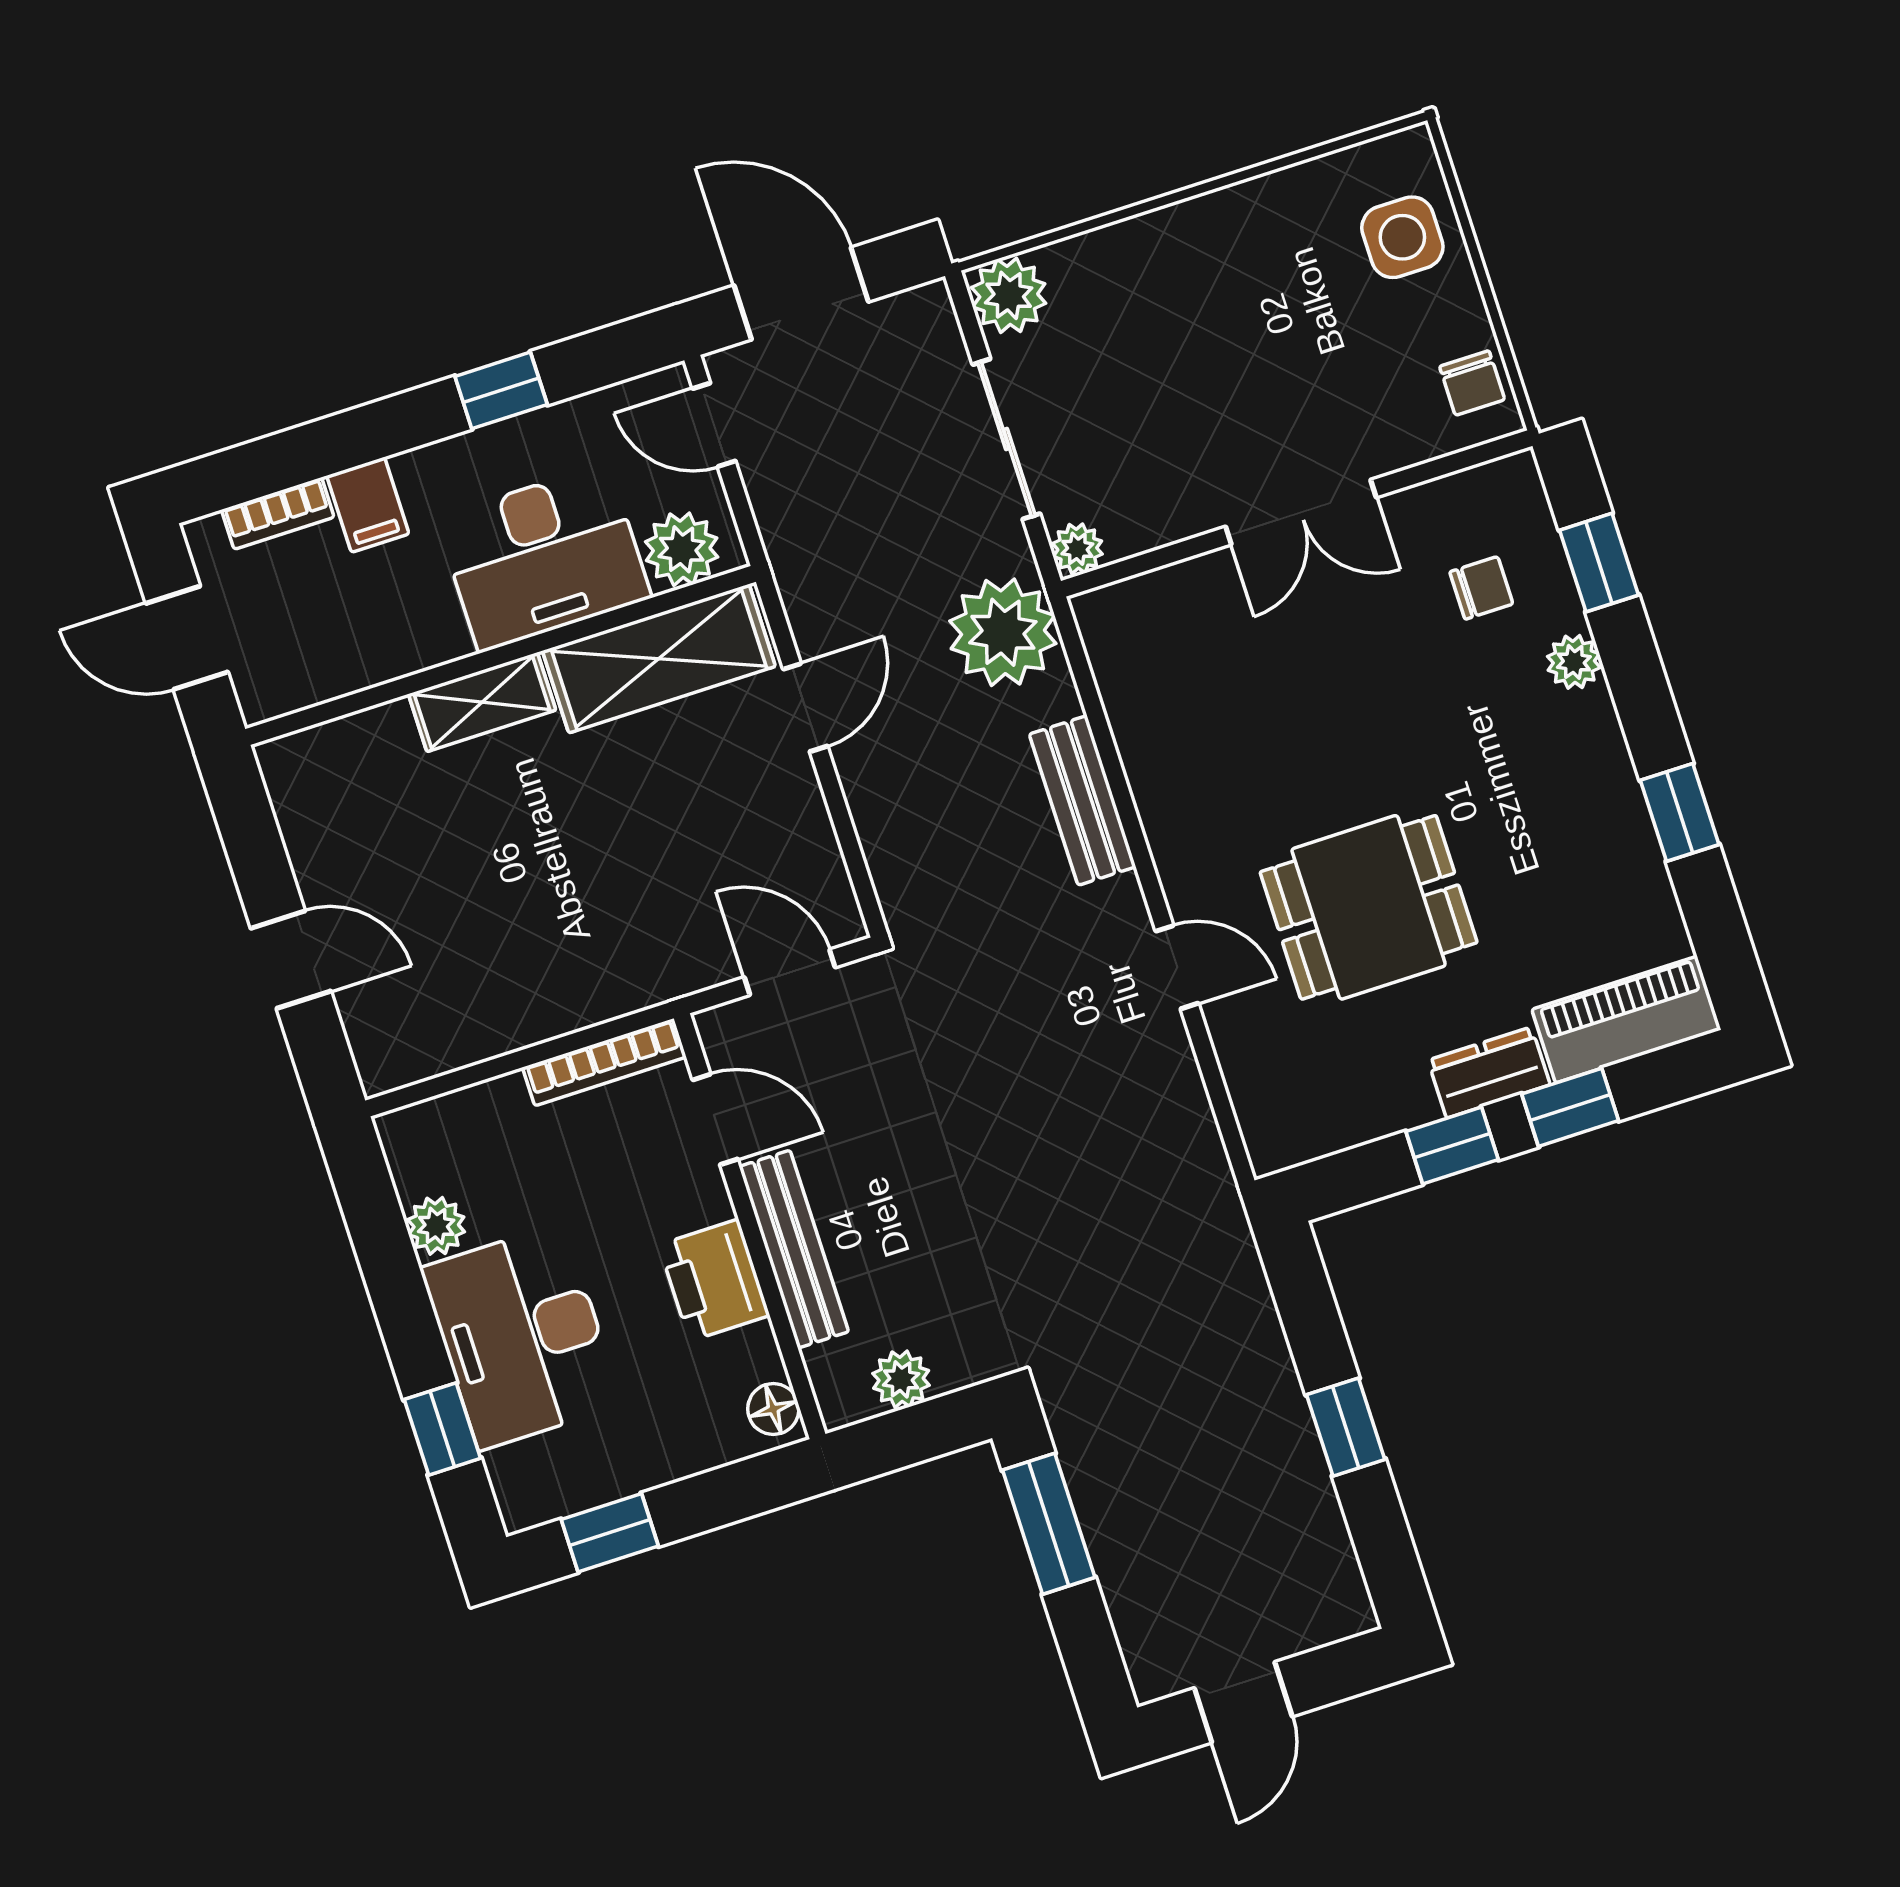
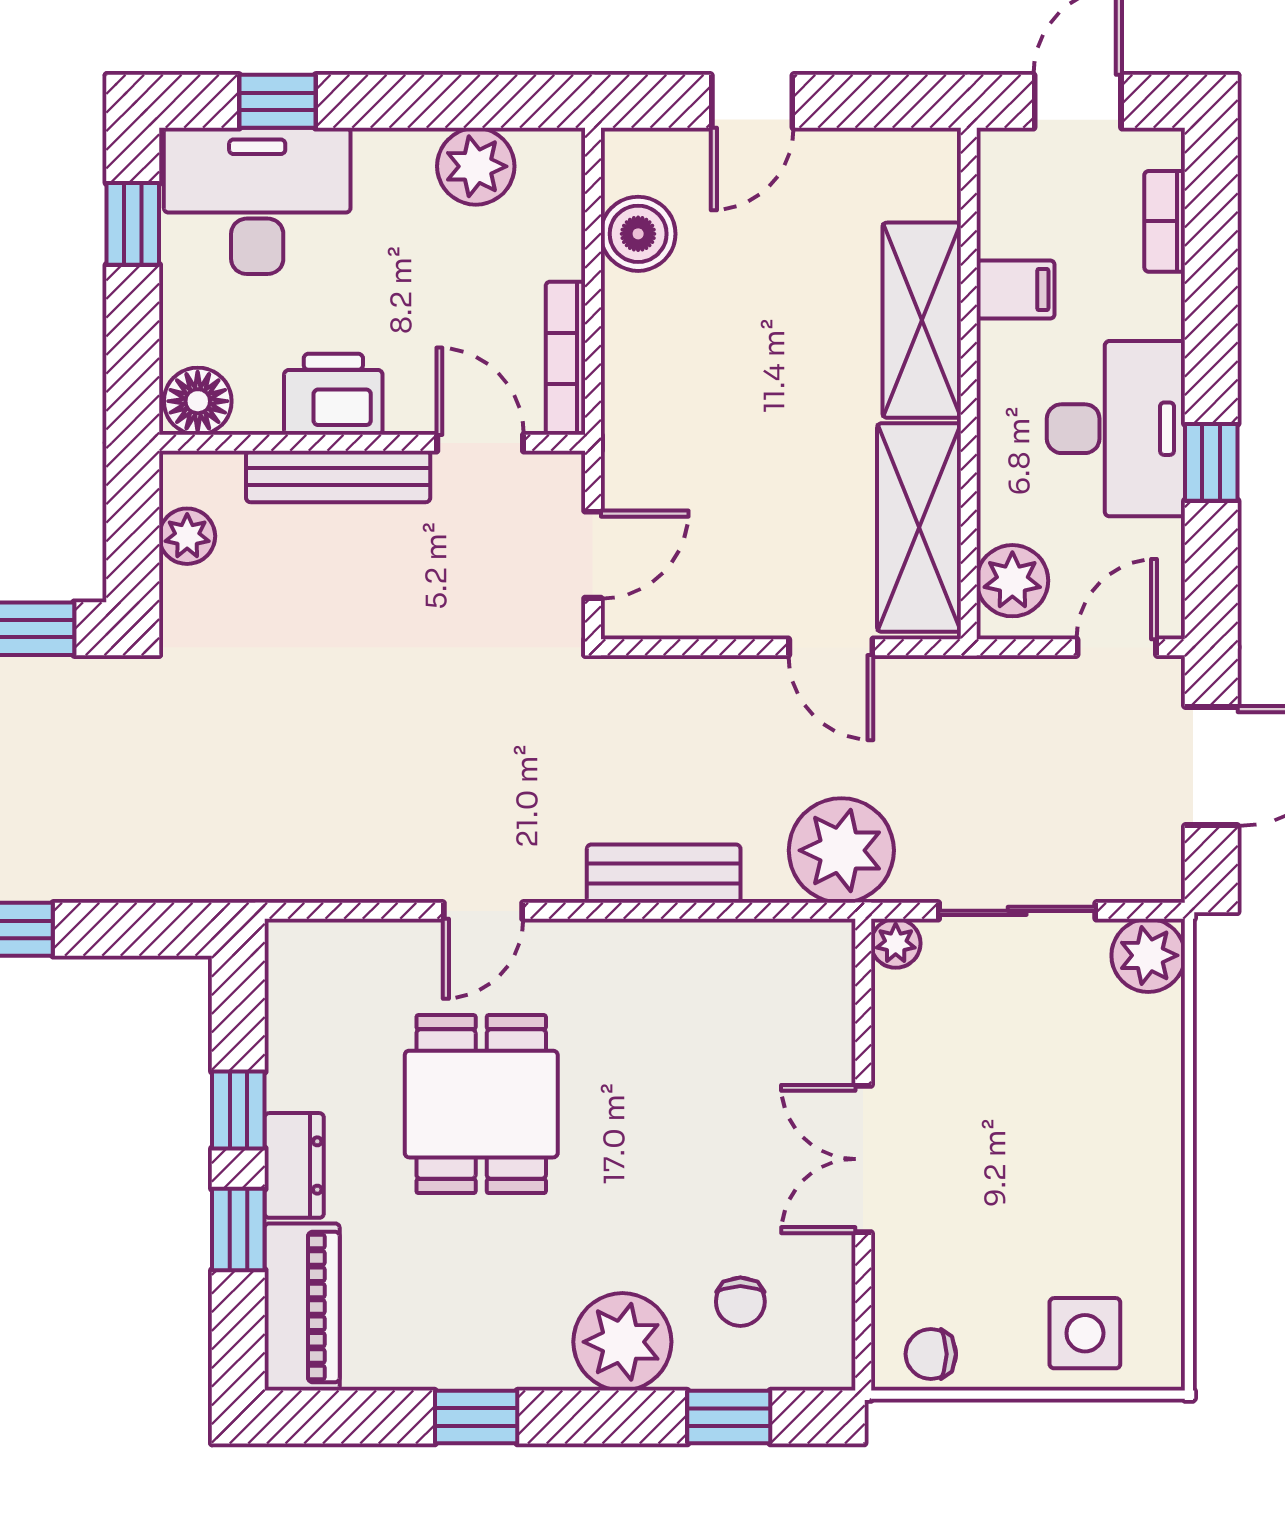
filing cabinet: (368, 505) -> (1016, 290), moved, turned 180
desk: (544, 558) -> (1116, 429), moved, turned 180
plant: (1574, 662) -> (622, 1342), width x1.88, depth x1.88
shelving: (482, 702) -> (922, 320), width x1.50, depth x1.33
boiler: (458, 1030) -> (638, 234), added
door: (715, 1119) -> (480, 443), swing flipped
plant: (436, 1226) -> (476, 166), width x1.38, depth x1.38
desk: (521, 1336) -> (257, 201), moved
floor lamp: (773, 1409) -> (198, 401), width x1.37, depth x1.37

